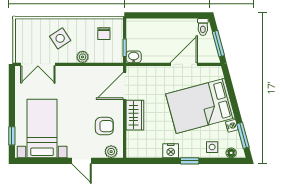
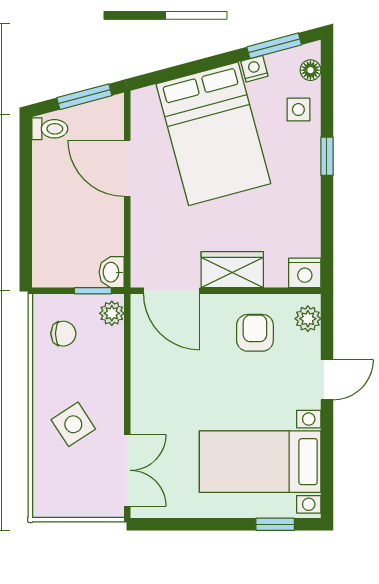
plant: (83, 57) -> (112, 313), moved
nightstand: (171, 151) -> (305, 273), moved, turned 90

